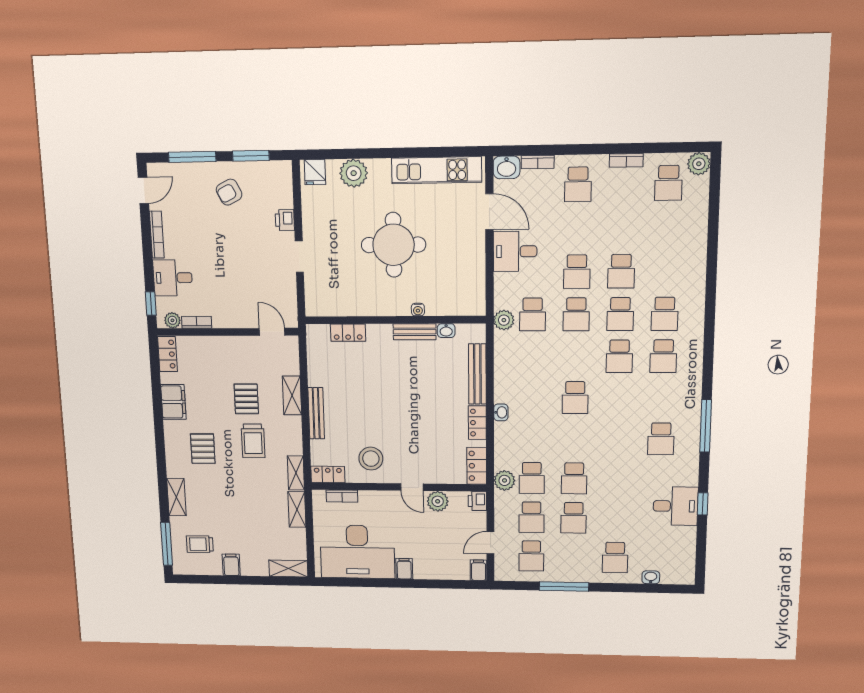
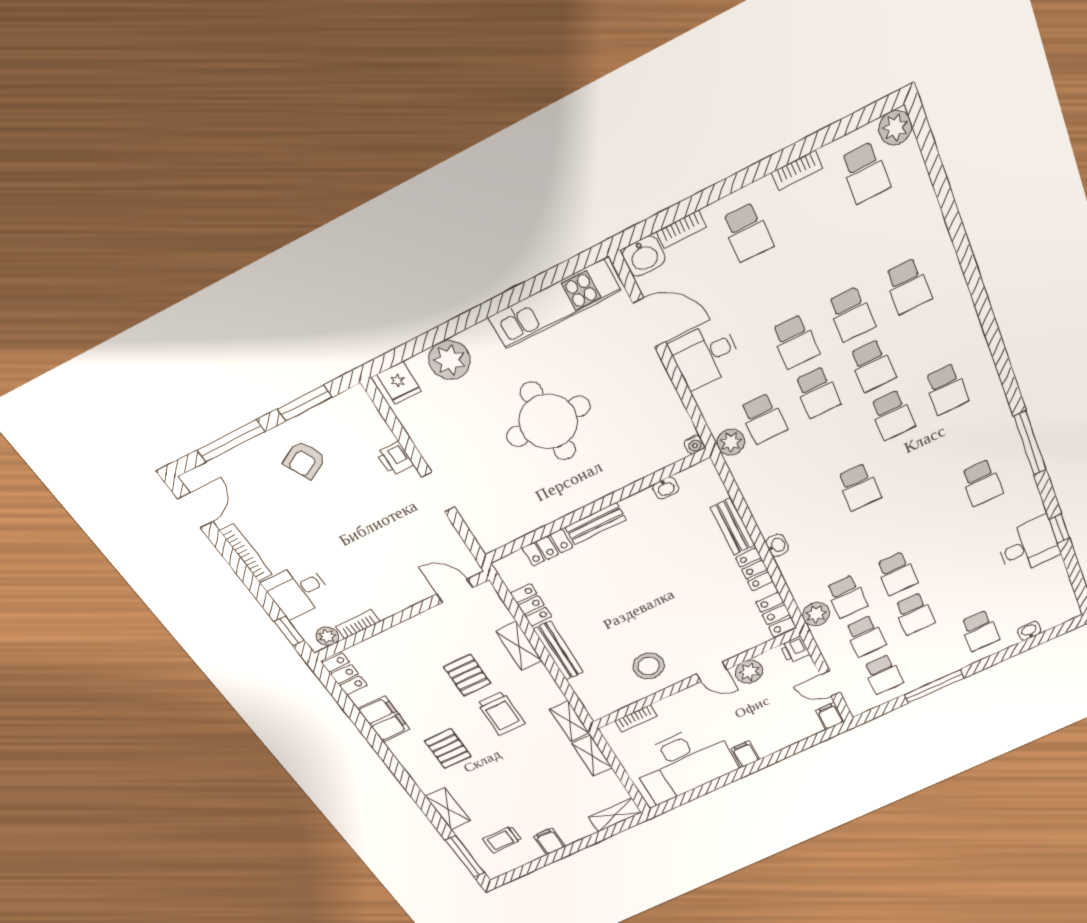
water cooler: (418, 310) -> (694, 444), moved
school desk: (665, 314) -> (908, 286), moved
bench: (415, 332) -> (595, 524), moved
bench: (477, 374) -> (733, 526), width x0.73
locker: (328, 474) -> (531, 605), moved, turned 90
door: (490, 543) -> (830, 683), hinge flipped

